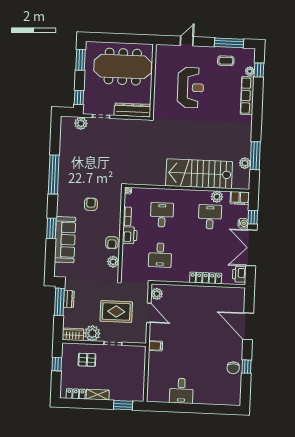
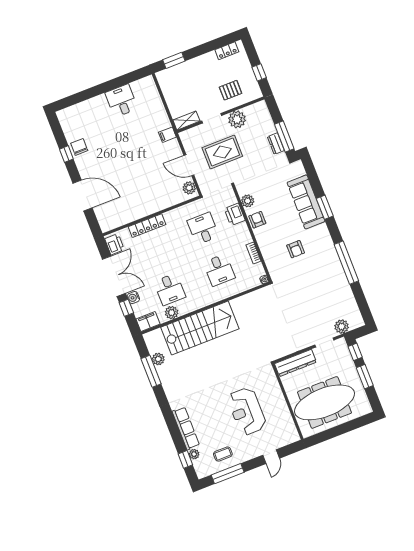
window: (80, 60) -> (365, 377), moved
printer: (130, 235) -> (235, 214), moved
wardrobe: (73, 334) -> (256, 110), removed
shelving: (98, 395) -> (186, 121), moved

